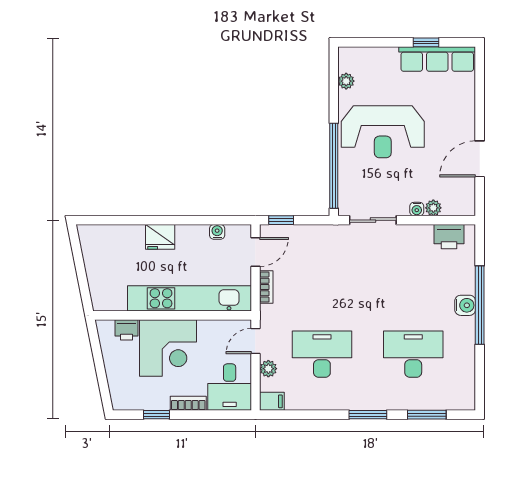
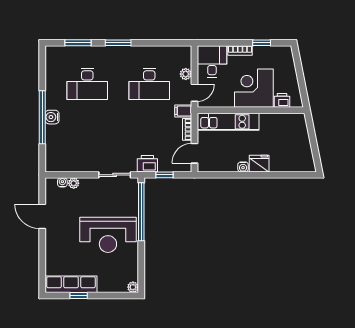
plant: (346, 81) -> (133, 287), moved
reception desk: (383, 132) -> (108, 235), turned 180
door: (480, 159) -> (42, 216), swing flipped
water cooler: (417, 209) -> (62, 182), moved
window: (281, 220) -> (164, 175), moved
water cooler: (217, 232) -> (243, 167), moved
printer: (449, 237) -> (147, 164), moved
kitchen unit: (189, 298) -> (228, 122), width x0.73
filing cabinet: (272, 401) -> (183, 111), moved

